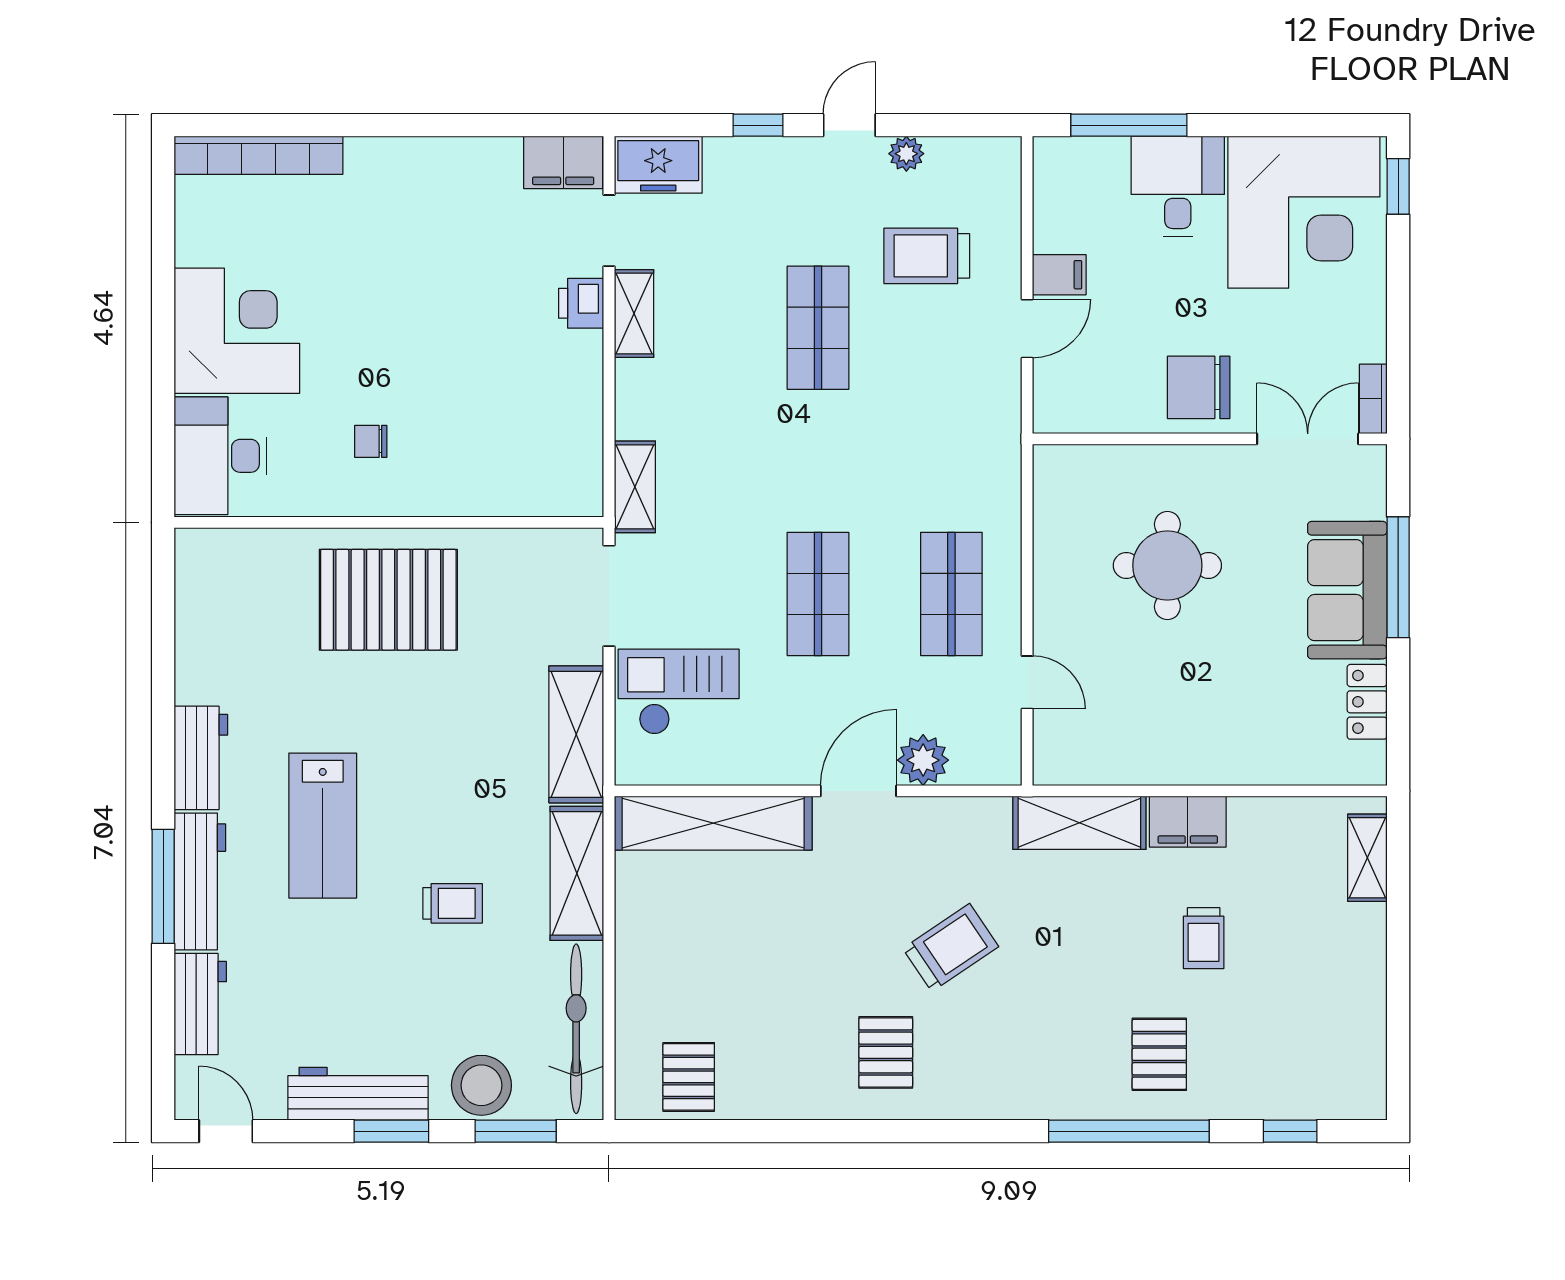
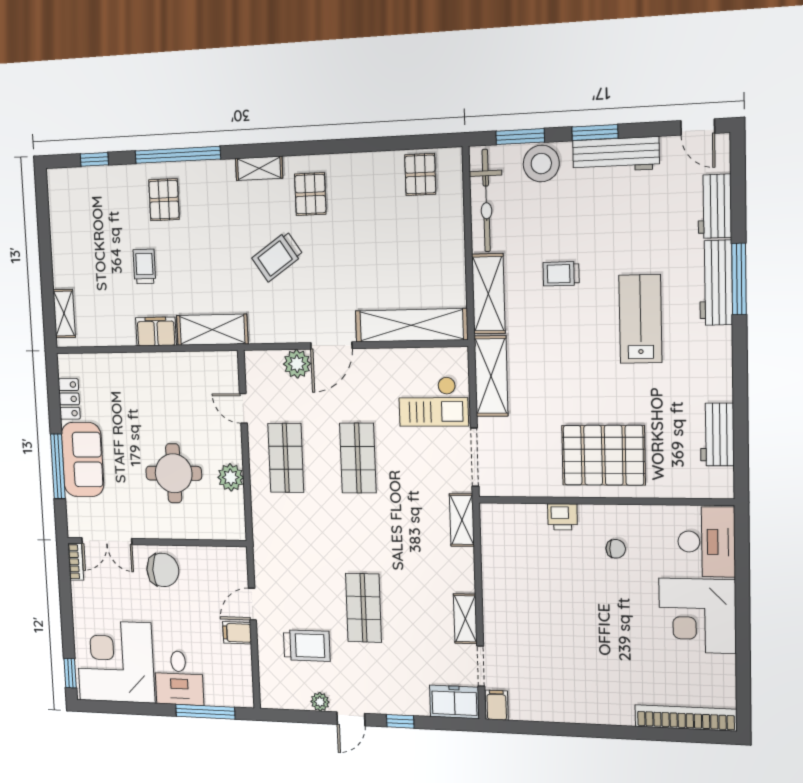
filing cabinet: (563, 162) -> (497, 705), width x0.50
printer: (581, 303) -> (562, 517), moved, turned 90
plant: (1058, 559) -> (231, 477), added
workbench: (201, 758) -> (717, 435), moved
shelving: (978, 1101) -> (259, 168), added

